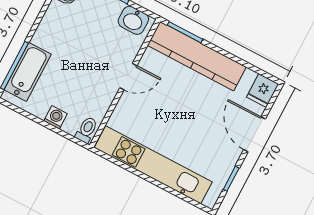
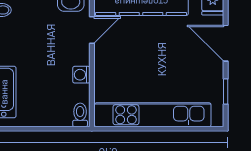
door: (128, 77) -> (92, 30), moved
washing machine: (55, 117) -> (81, 75), moved, turned -90

